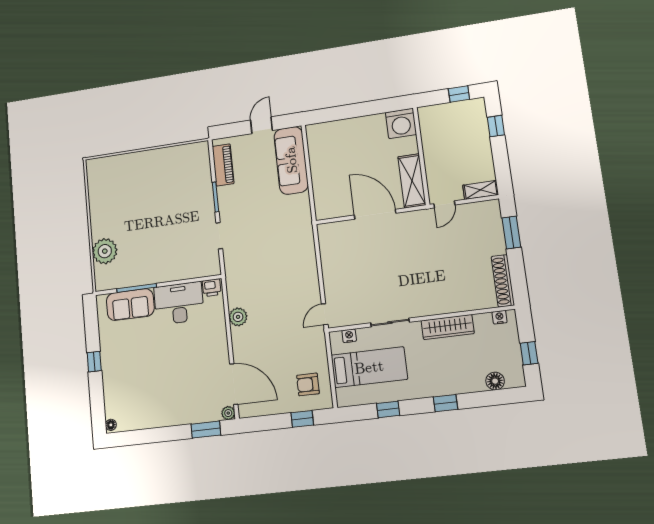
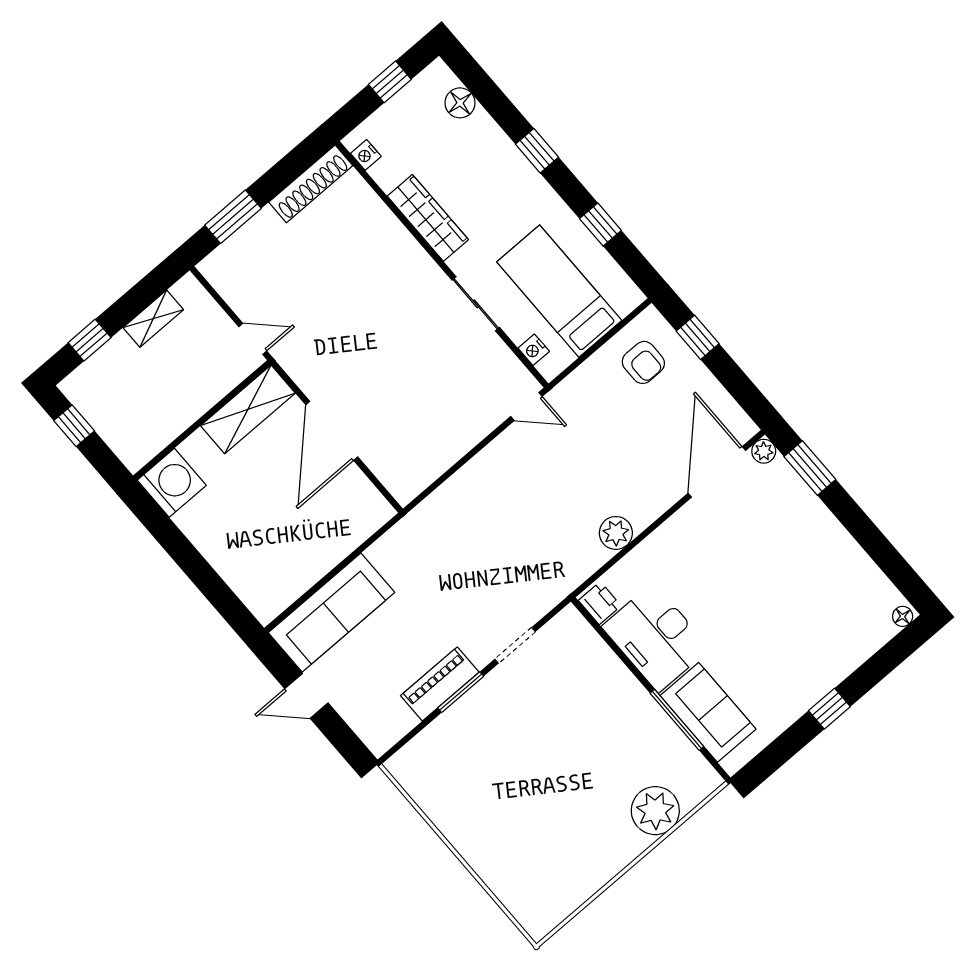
piano: (223, 165) -> (440, 684), moved
shelving: (481, 190) -> (153, 319), moved, turned 90

